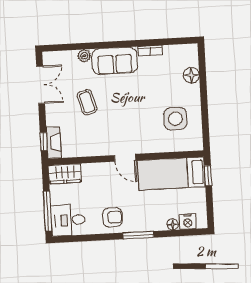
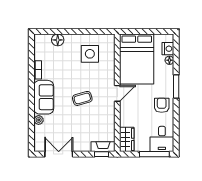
coffee table: (87, 102) -> (82, 98), moved
bed: (171, 174) -> (137, 59), width x1.50
window: (208, 176) -> (134, 31), removed

